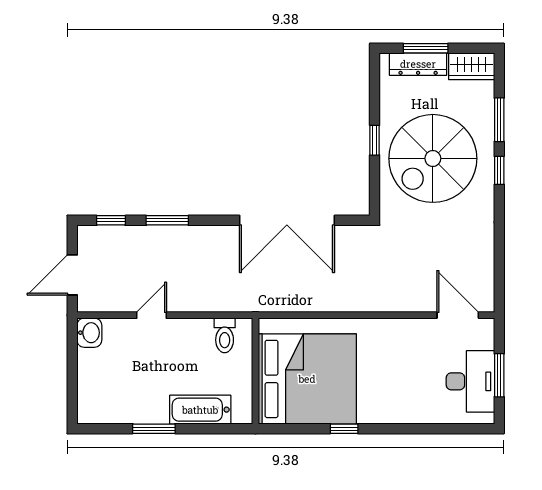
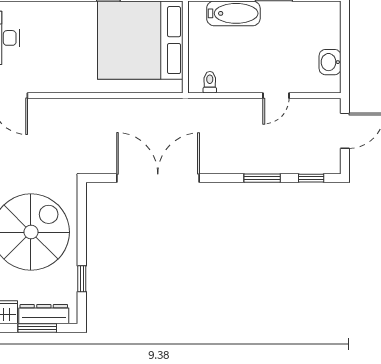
window: (375, 140) -> (82, 279), moved
washbasin: (89, 333) -> (330, 62), moved
toilet: (225, 335) -> (210, 82), width x0.73, depth x0.72

